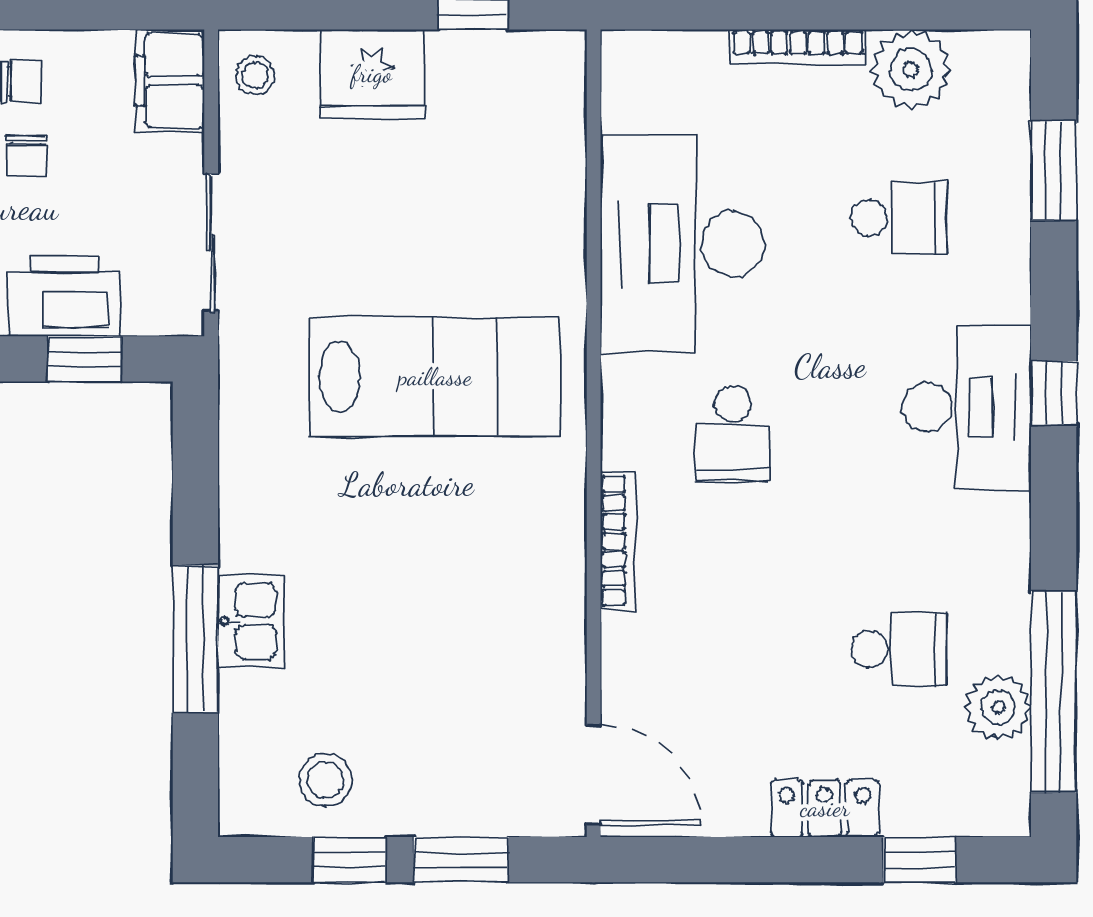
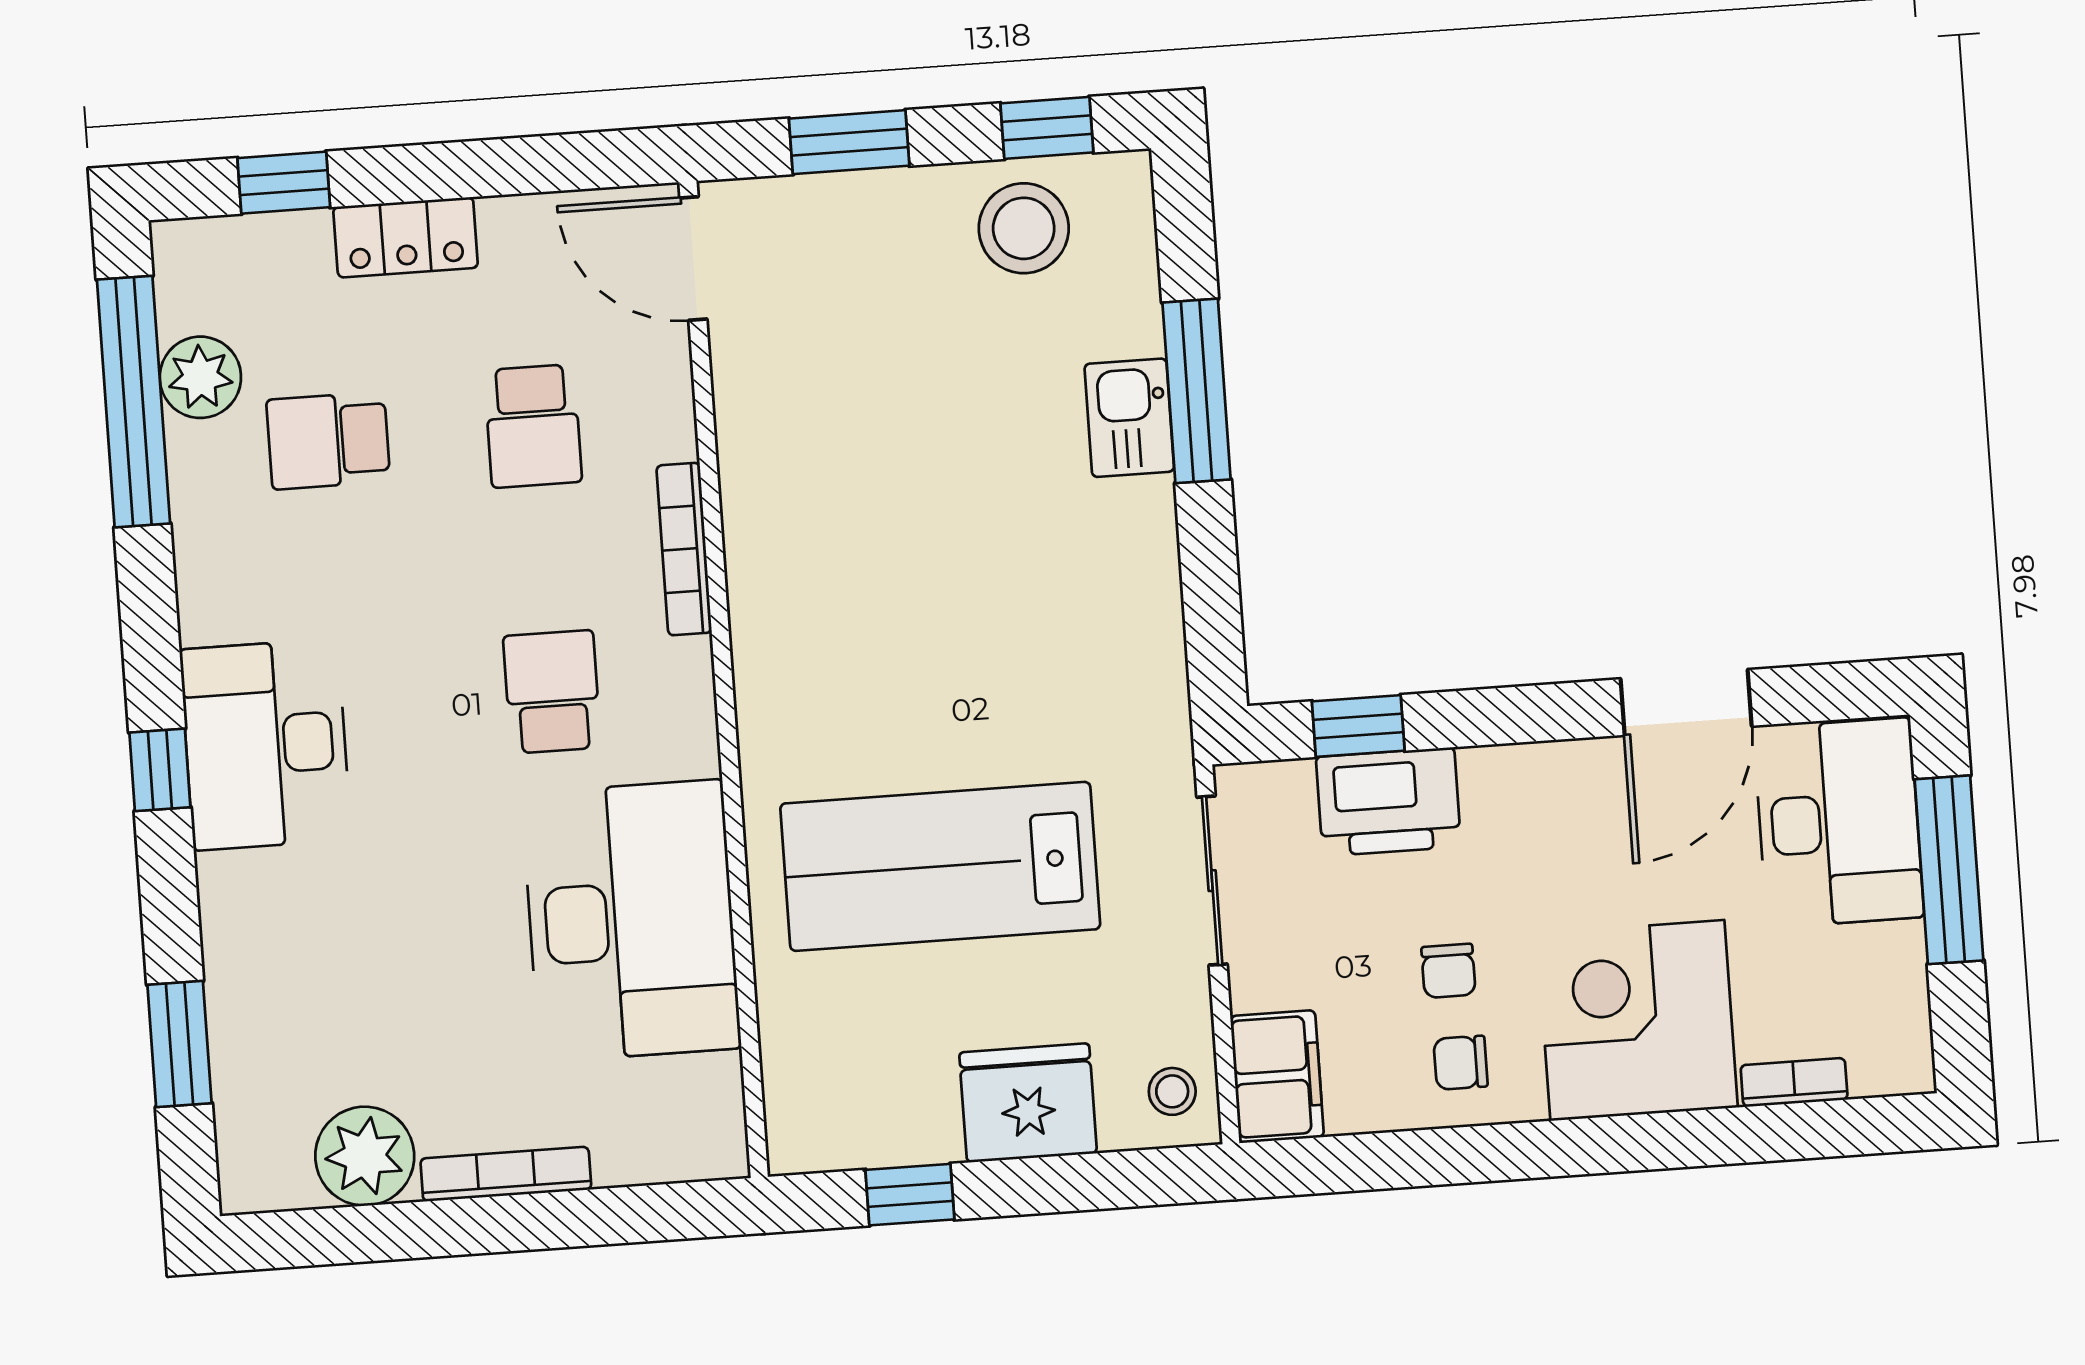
chair: (25, 156) -> (1448, 971), turned 180
school desk: (899, 218) -> (533, 426), moved, turned -90
lab bench: (435, 377) -> (940, 866), moved
stool: (325, 780) -> (1024, 228), width x1.38, depth x1.38
window: (350, 860) -> (1047, 128), moved

